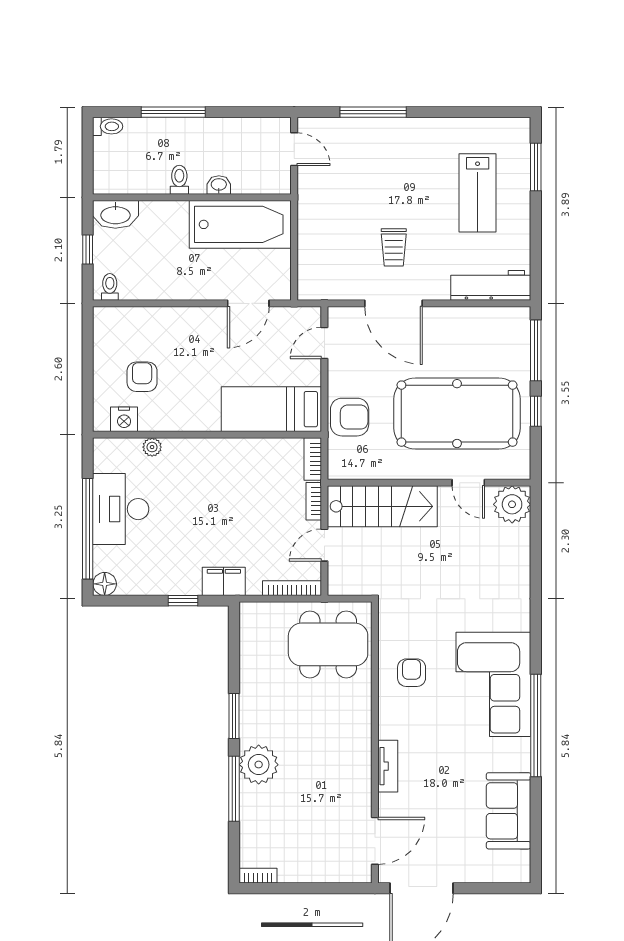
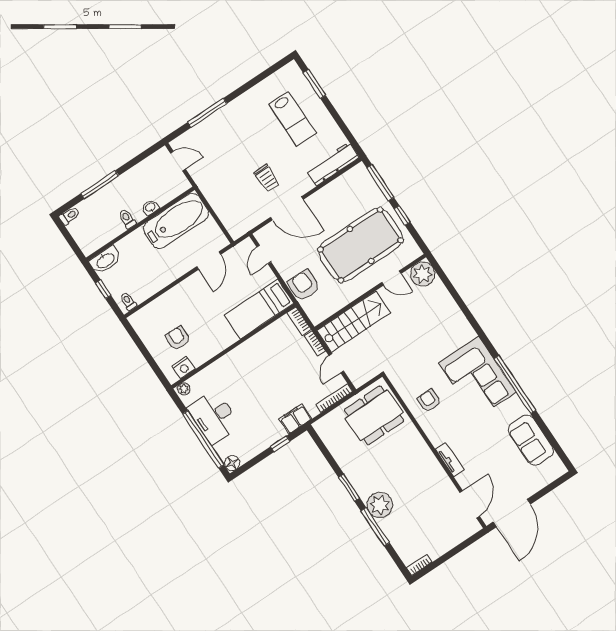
armchair: (350, 417) -> (304, 285), turned -90
plant: (152, 447) -> (184, 389), moved

